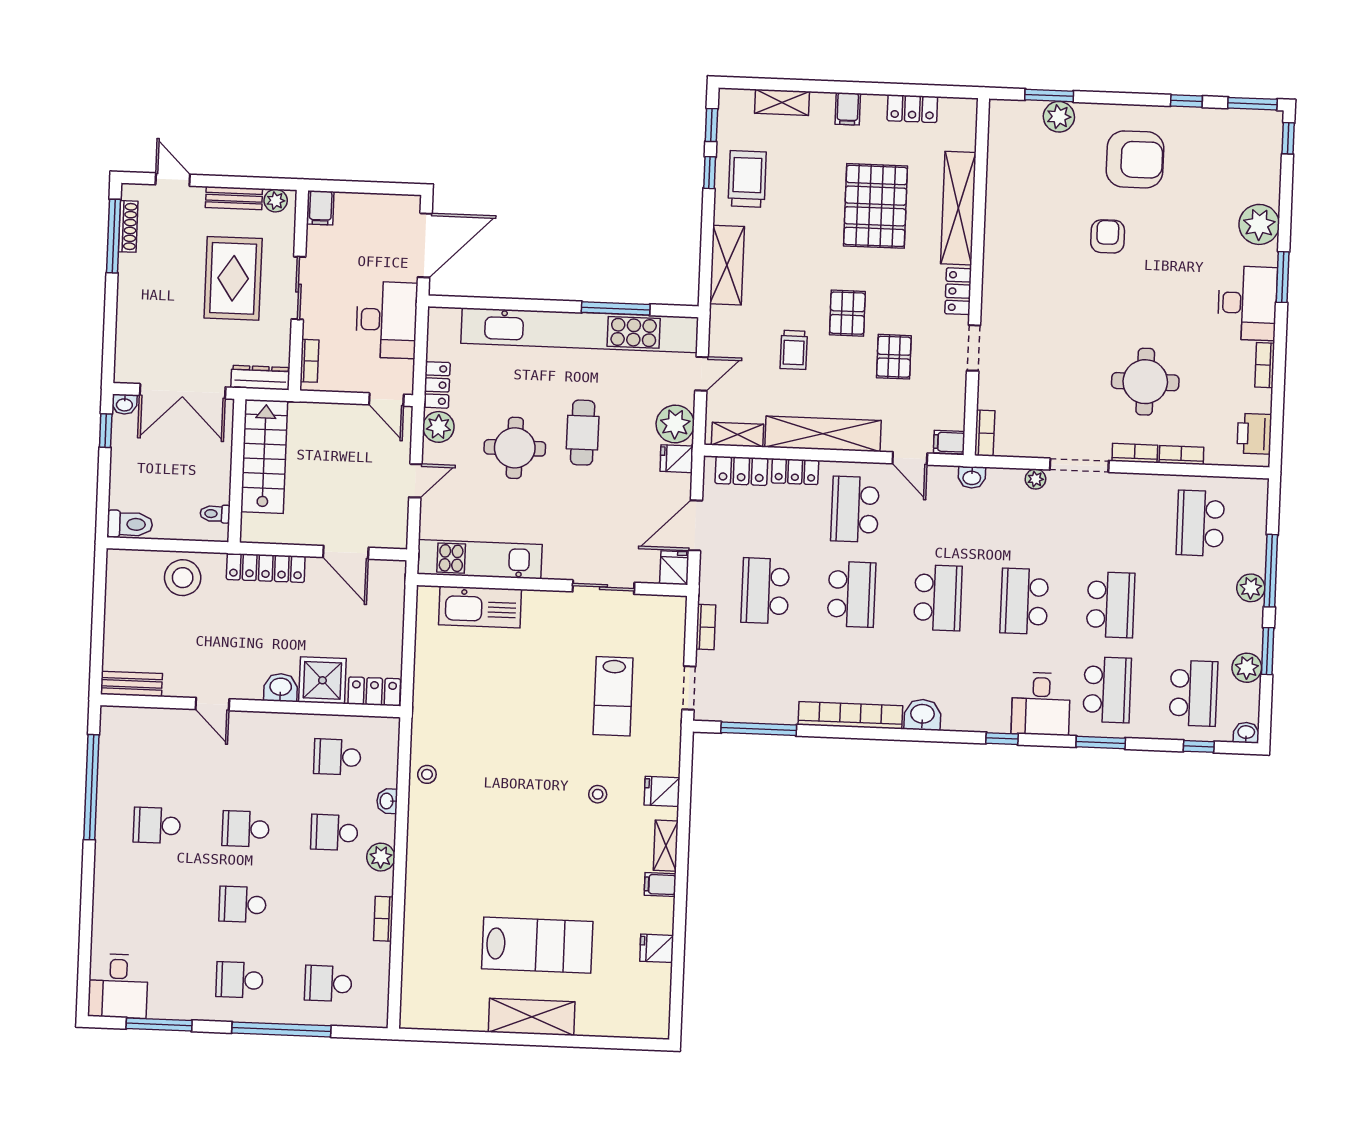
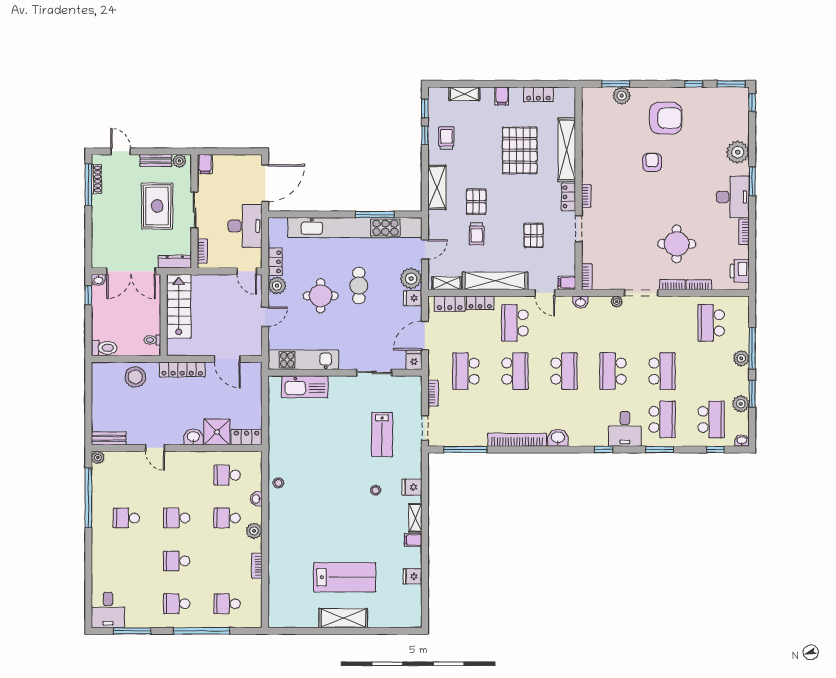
trolley: (747, 179) -> (446, 138), width x0.73, depth x0.72
bookcase: (989, 291) -> (586, 196), added
pallet: (847, 313) -> (476, 202), moved
plant: (111, 717) -> (98, 457), added

